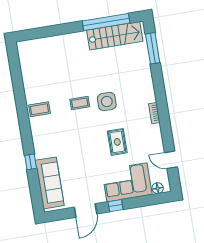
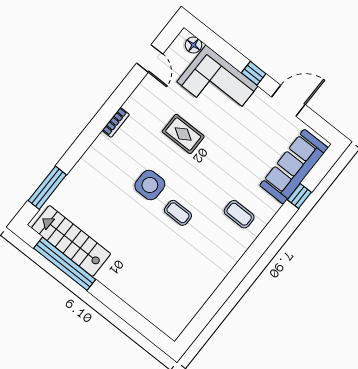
coffee table: (39, 109) -> (239, 214), moved
rug: (117, 142) -> (183, 134), turned 90
window: (31, 162) -> (299, 196), moved

